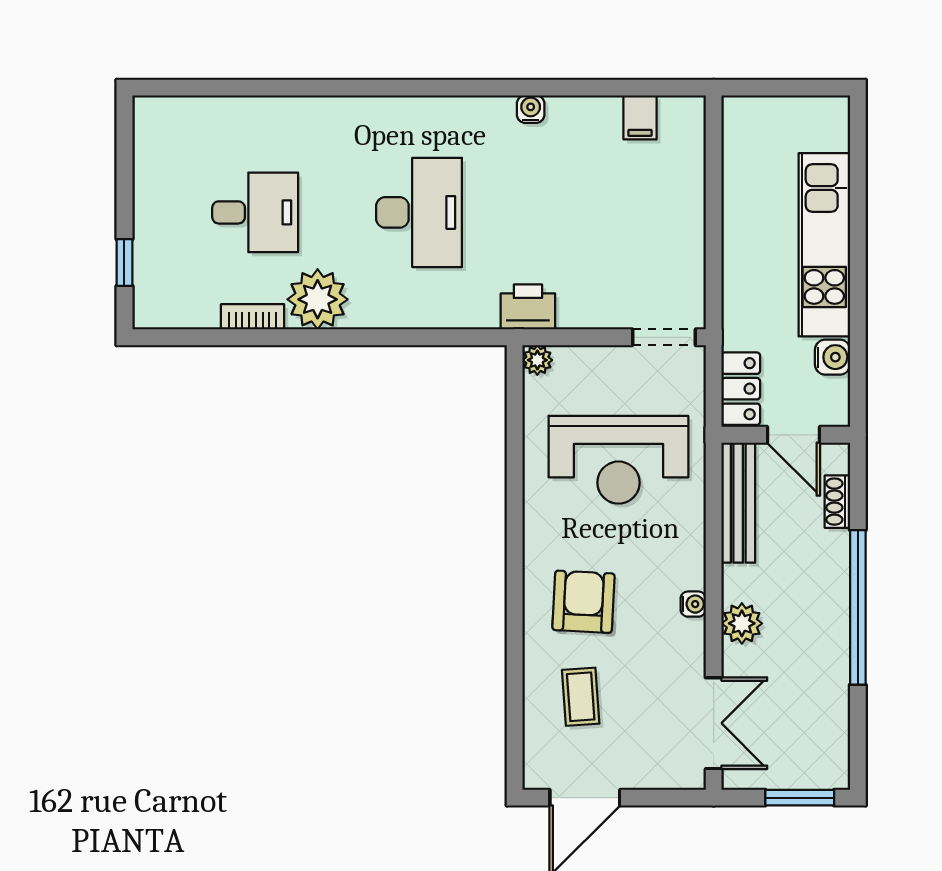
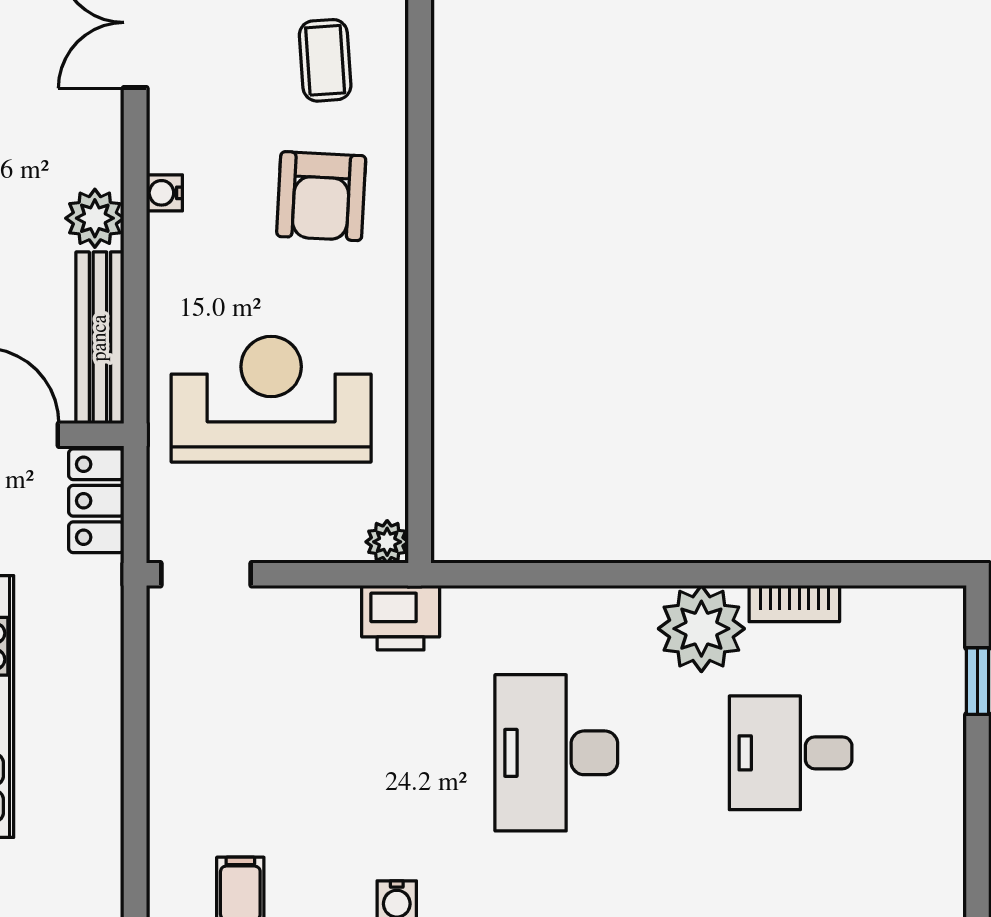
plant: (742, 623) -> (95, 218), moved

